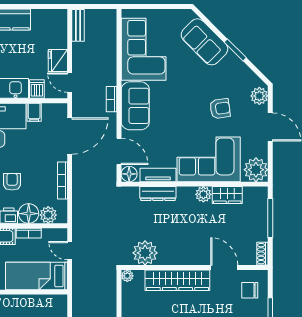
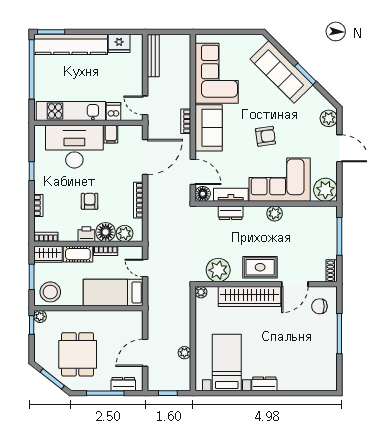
bench: (78, 25) -> (153, 56), width x1.36
sofa: (204, 42) -> (282, 72), width x1.36
fridge: (58, 60) -> (119, 43), moved, turned -90
armchair: (220, 109) -> (265, 136), moved
dresser: (158, 193) -> (231, 213), width x0.70
wardrobe: (227, 195) -> (298, 214), removed
rug: (188, 250) -> (260, 267), added
door: (224, 267) -> (295, 284), swing flipped

